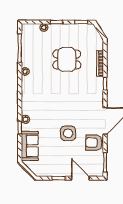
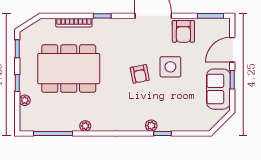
dining table: (67, 59) -> (69, 69), width x1.88, depth x1.24
armchair: (63, 111) -> (140, 74), added
sofa: (30, 146) -> (218, 89), moved, turned -90

